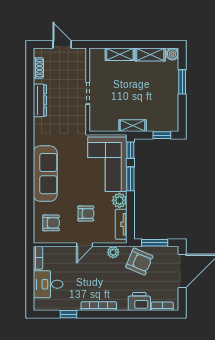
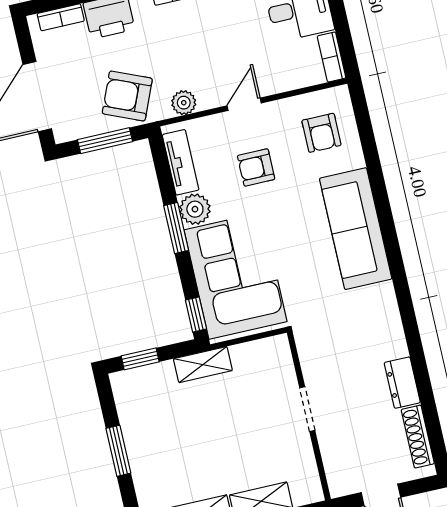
shoe rack: (38, 68) -> (418, 437), width x1.43
window: (182, 82) -> (118, 451), moved
dresser: (40, 100) -> (402, 383), width x0.70
window: (130, 179) -> (176, 228), moved
armchair: (51, 223) -> (321, 133), turned -90

